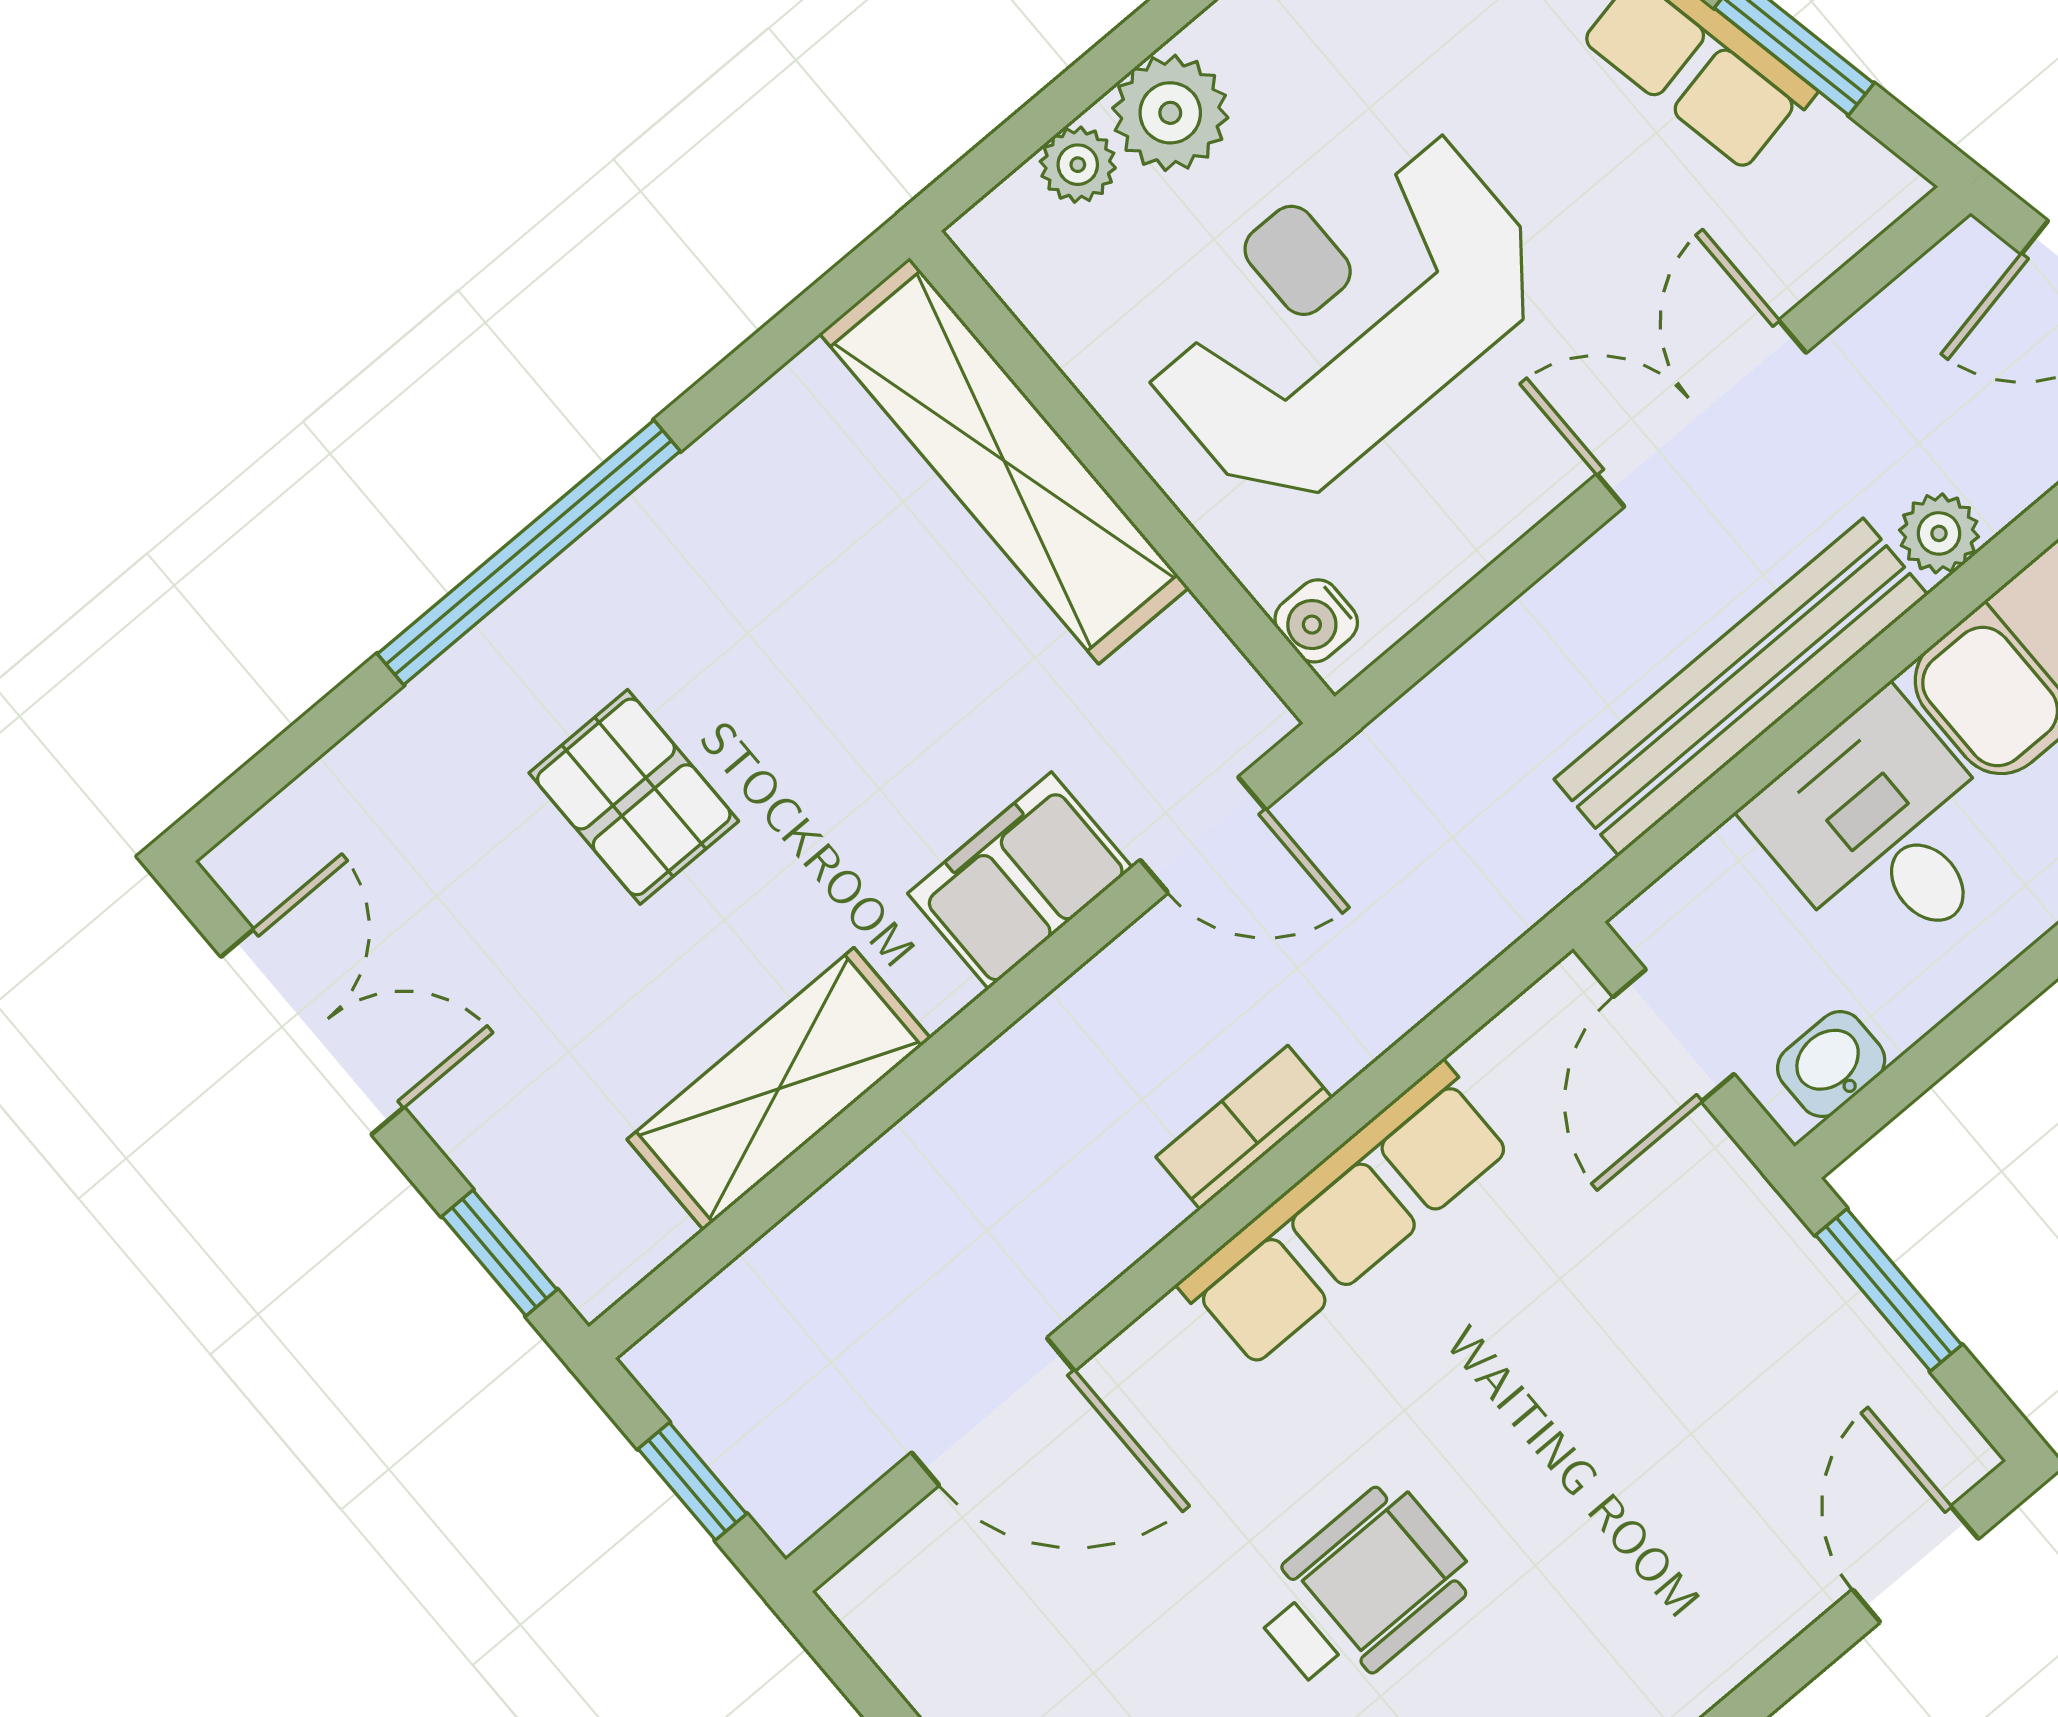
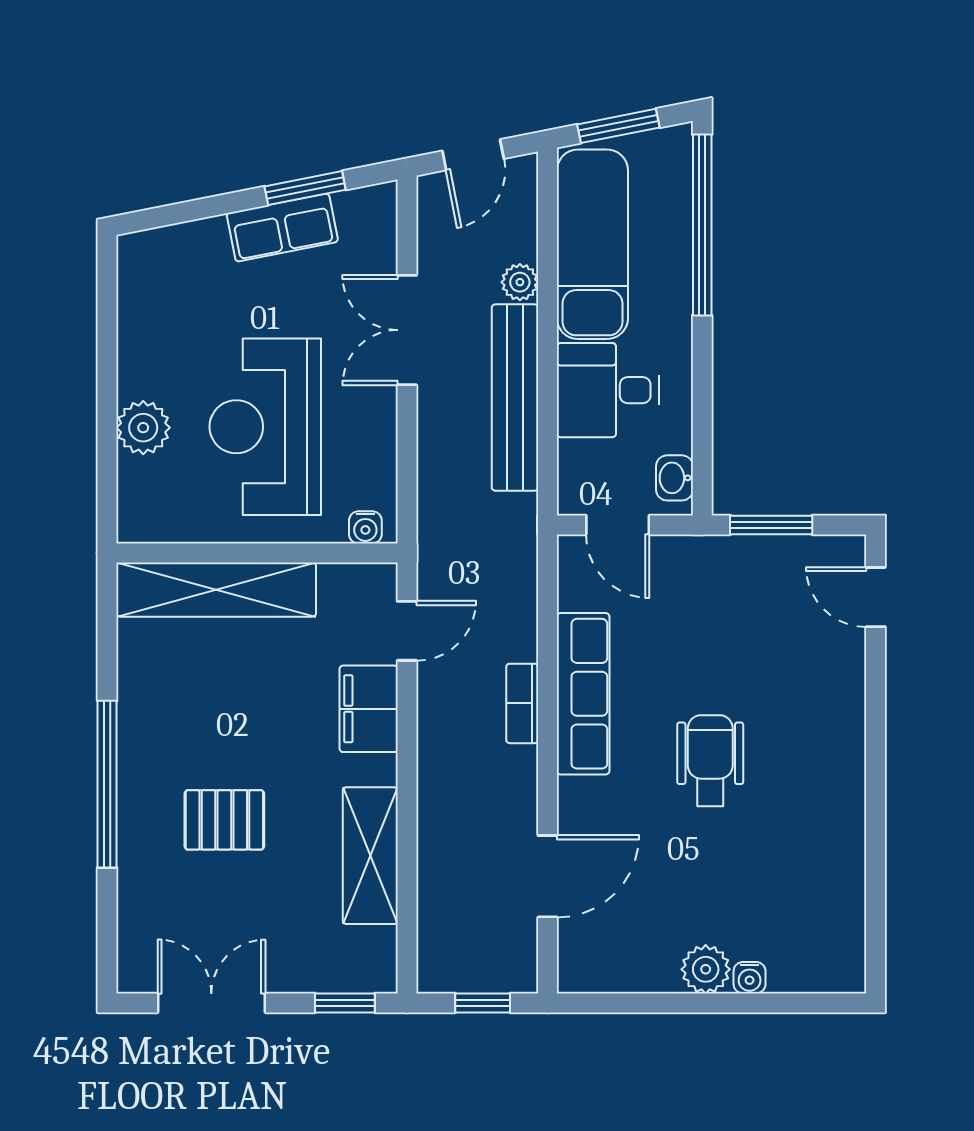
plant: (1078, 165) -> (134, 476), removed
wheelchair: (1362, 1590) -> (710, 761), moved

